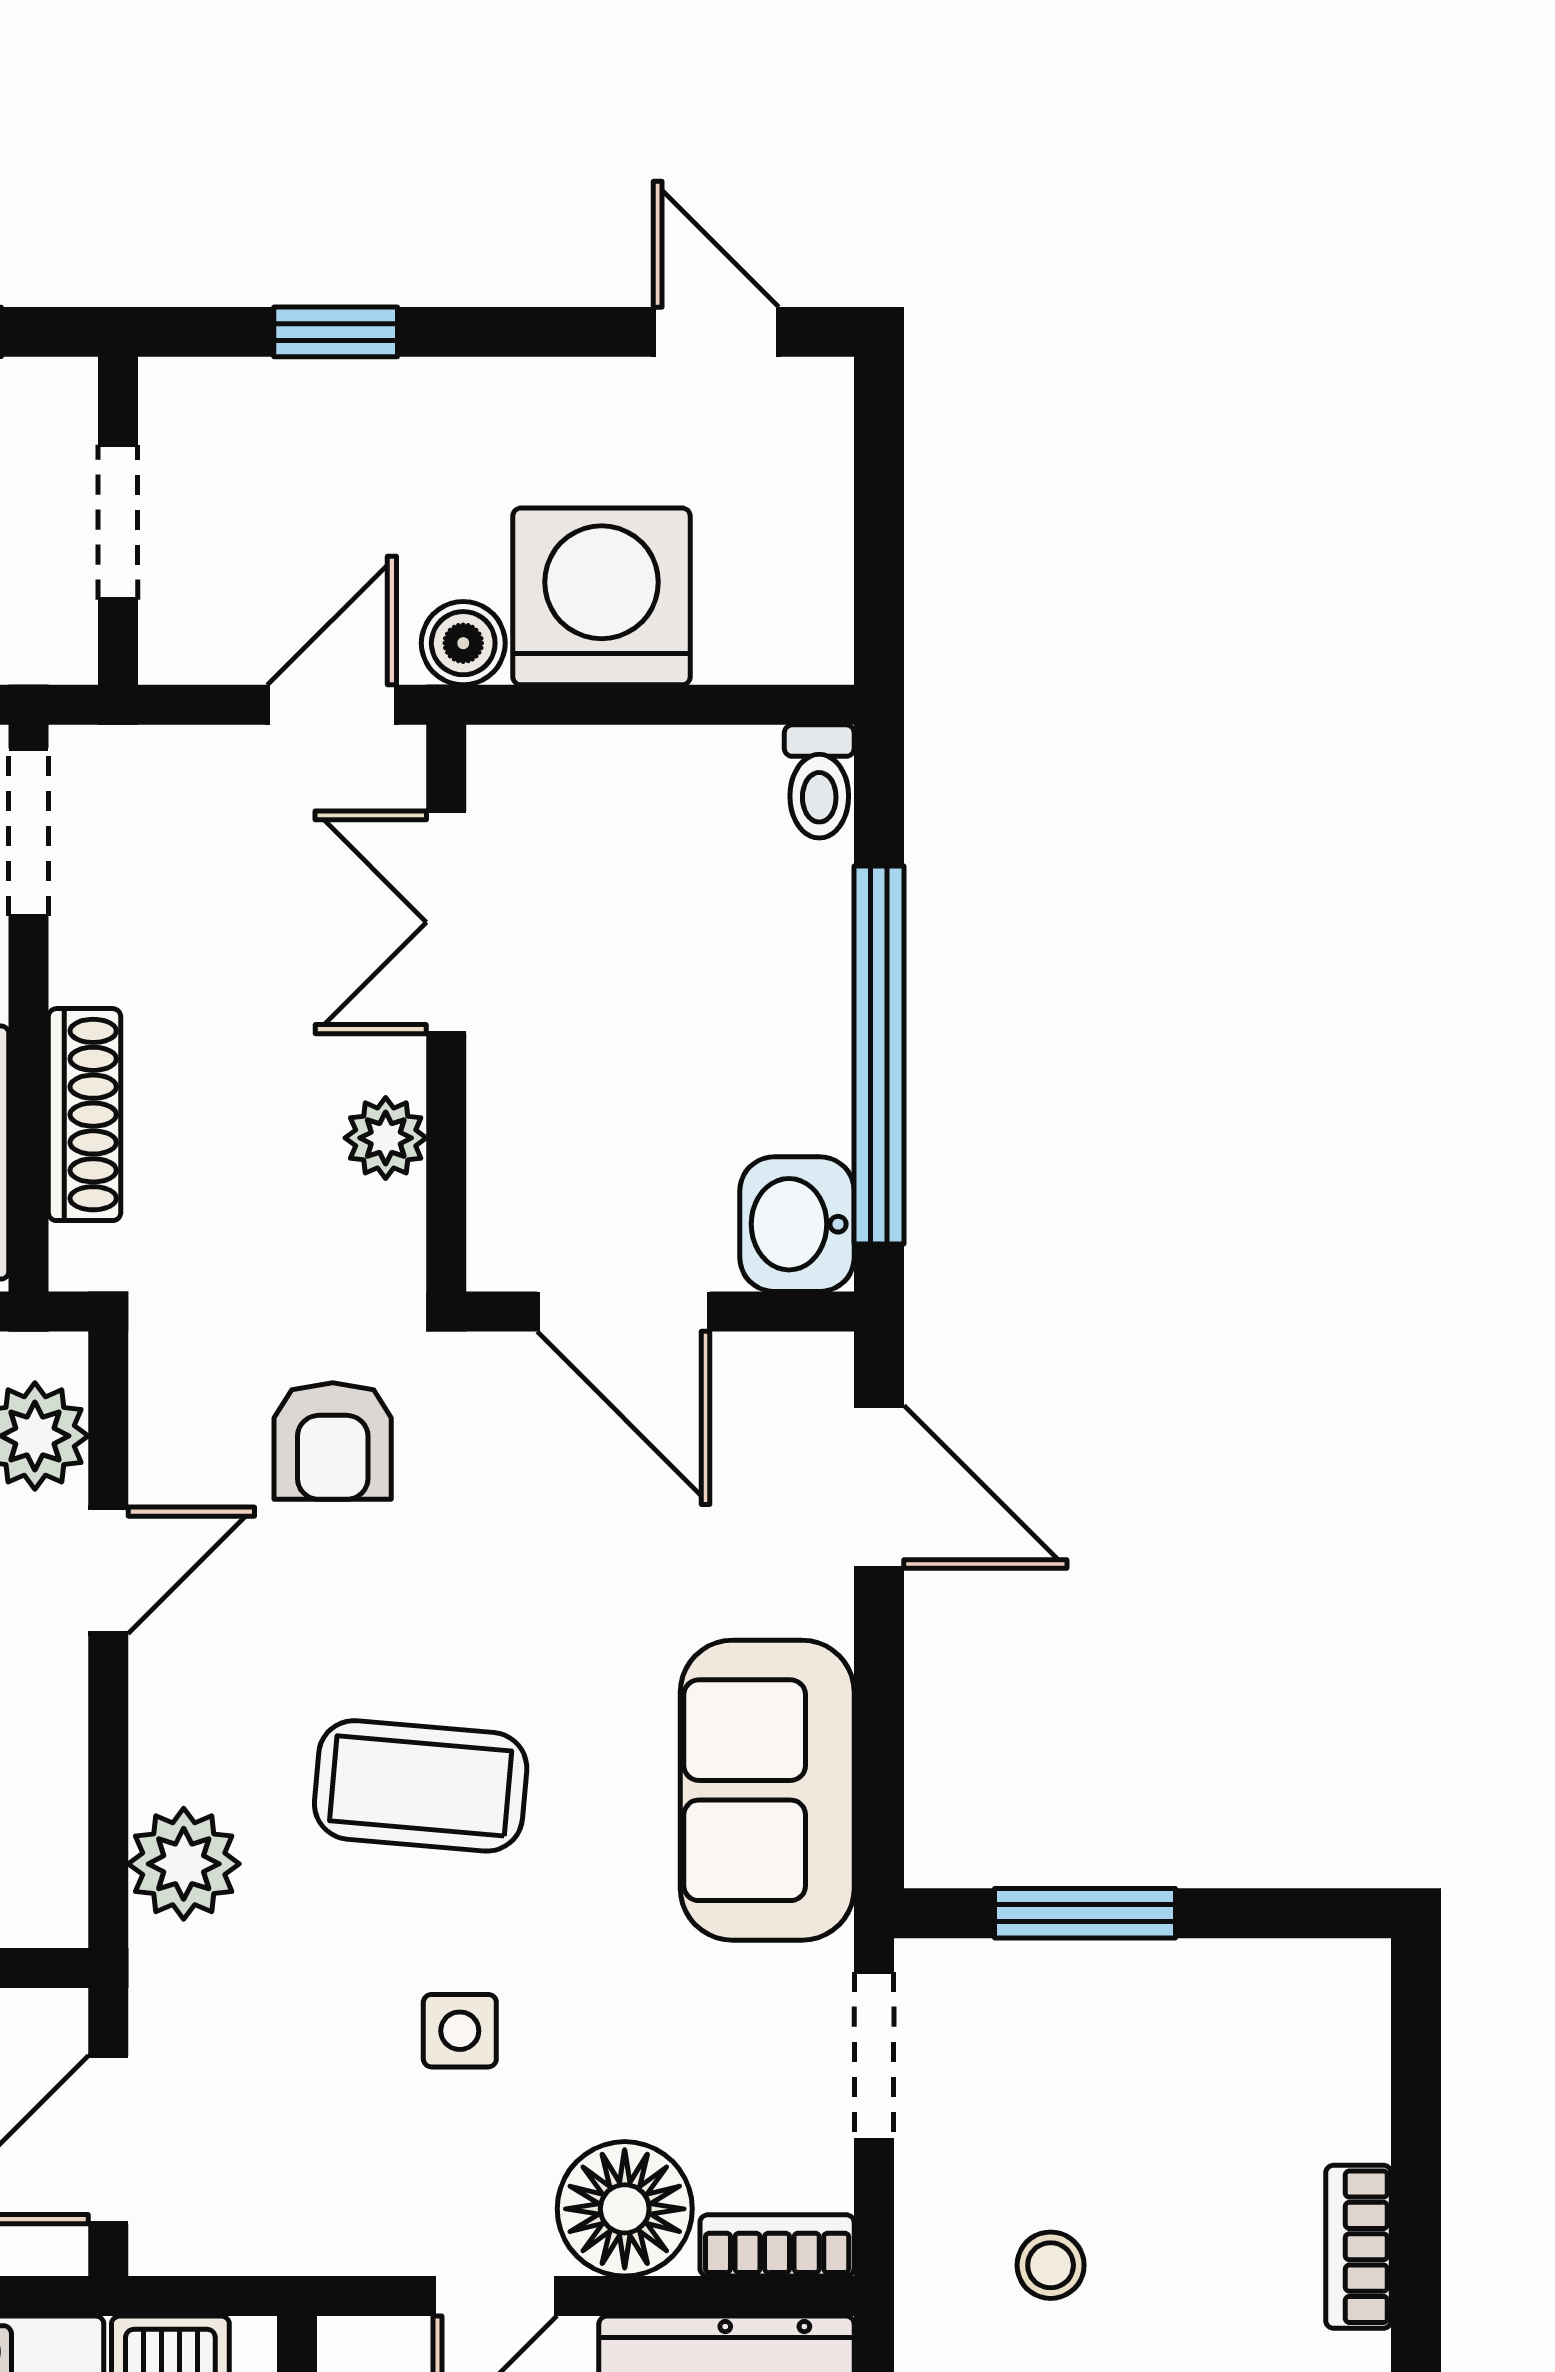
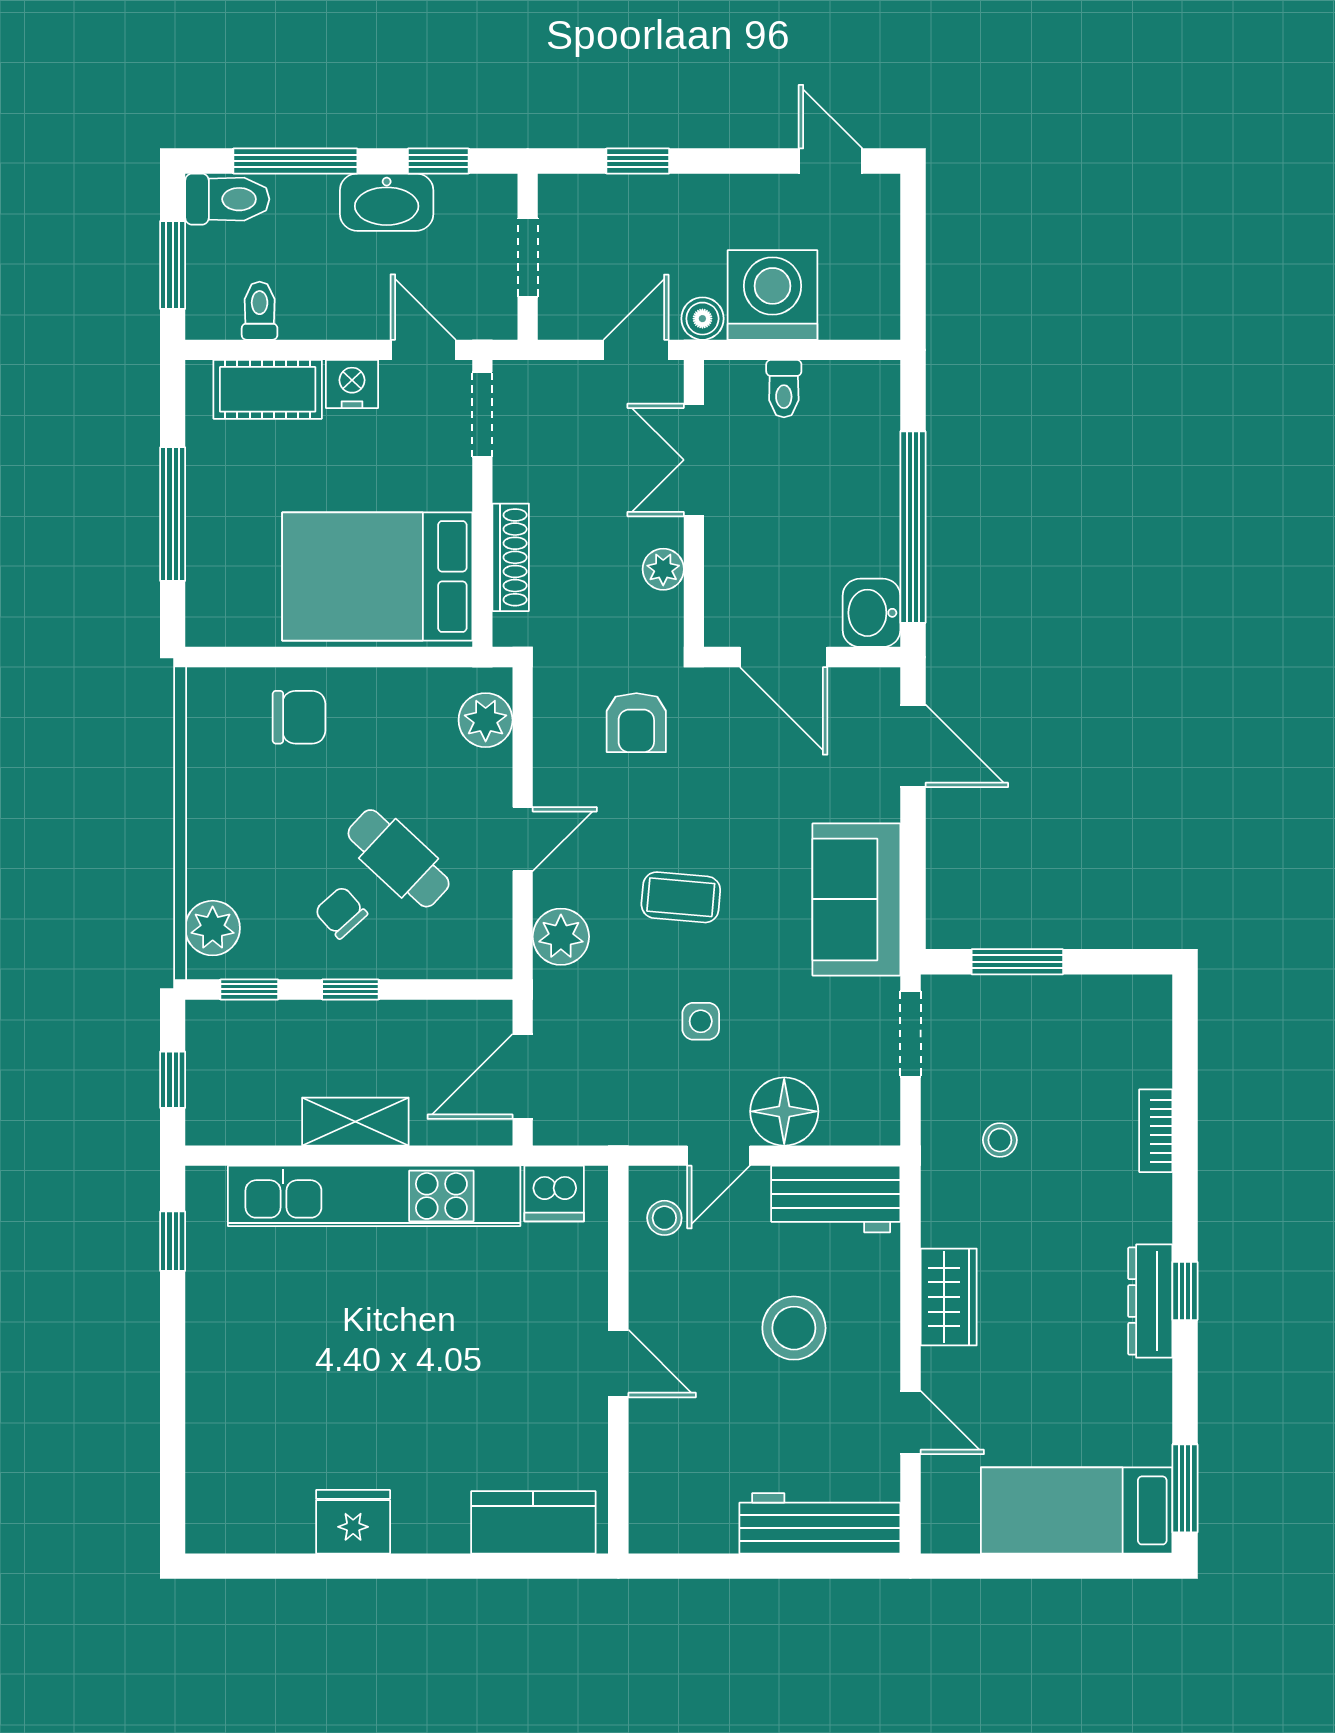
toilet: (819, 781) -> (784, 389), moved
door: (108, 1570) -> (523, 839), moved
coffee table: (421, 1786) -> (681, 897), width x0.73, depth x0.77
bookcase: (777, 2245) -> (861, 1130), removed

